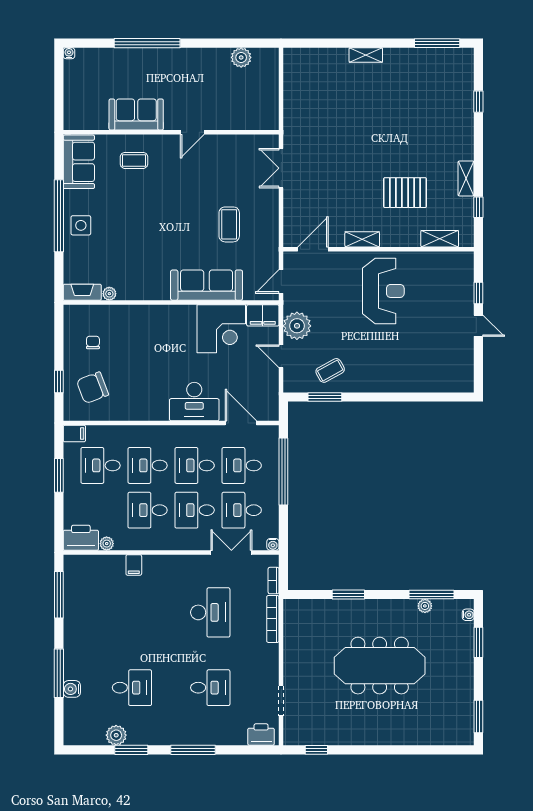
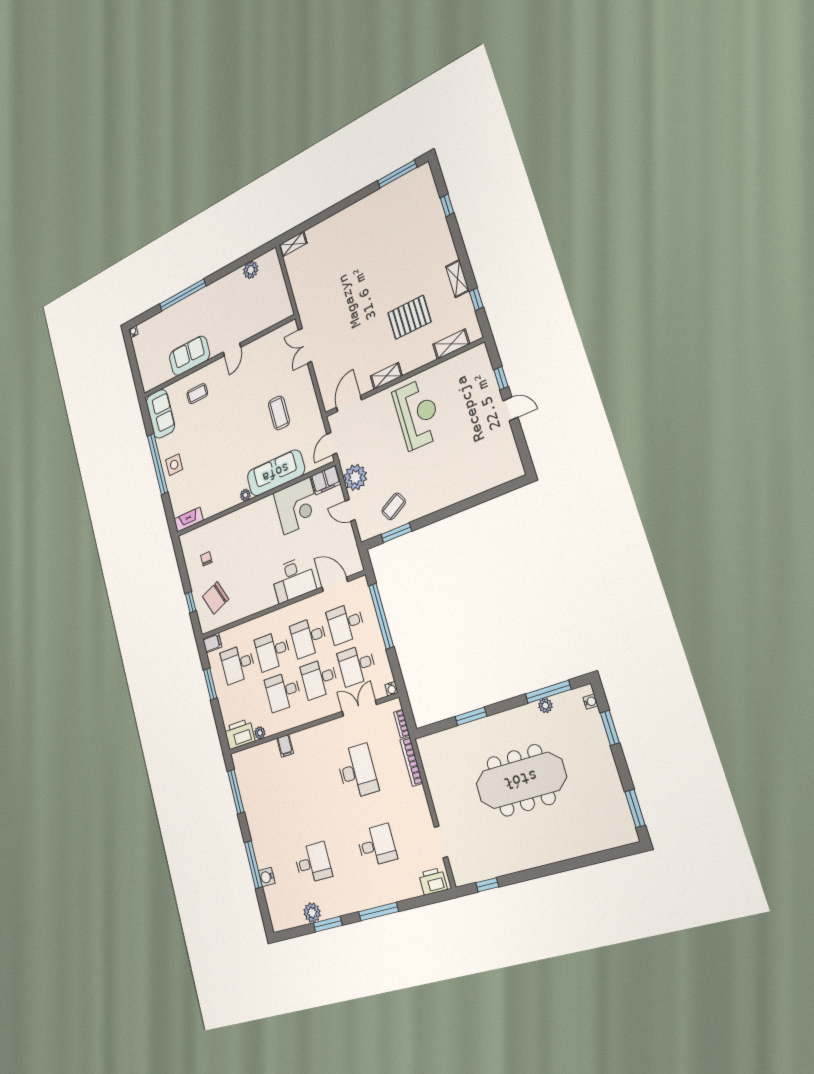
shelving: (366, 55) -> (293, 244), moved
plant: (109, 294) -> (245, 495), moved

